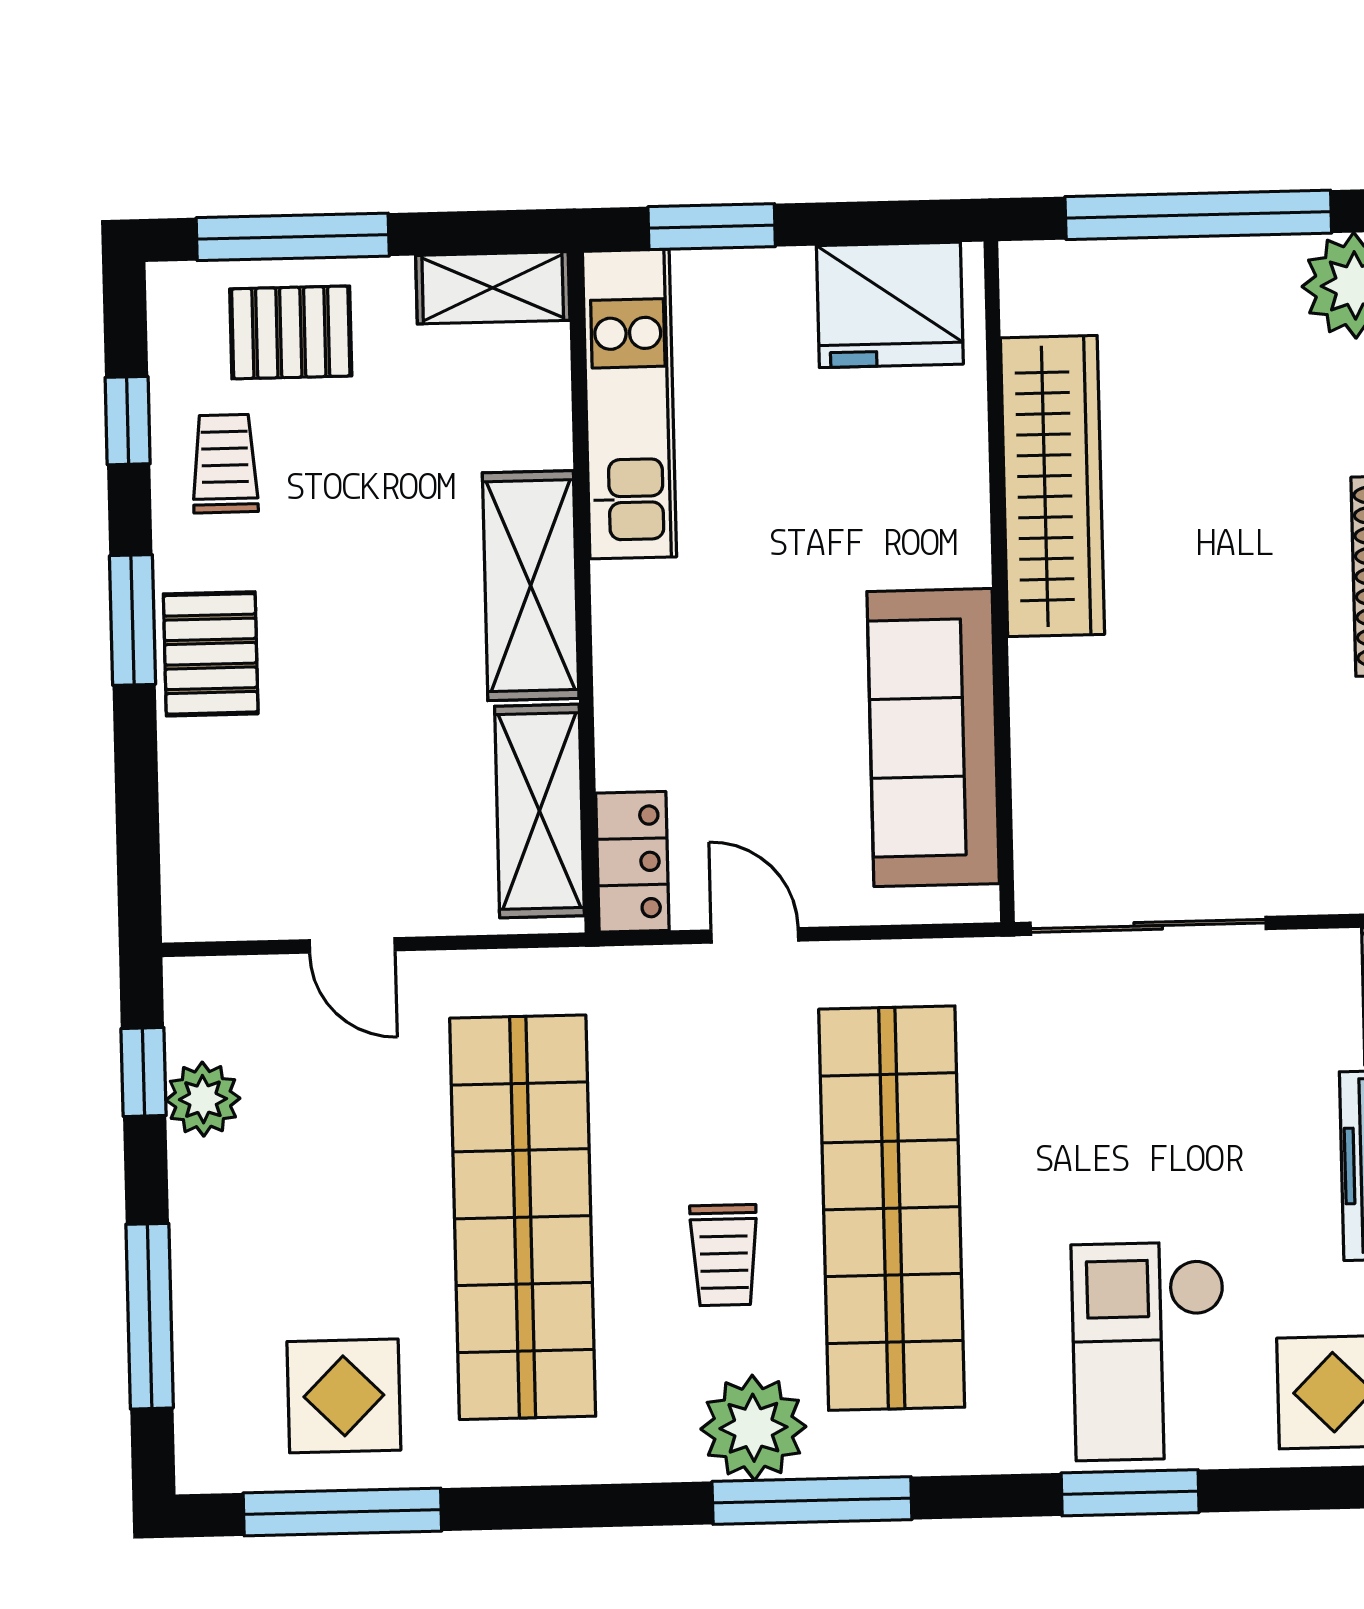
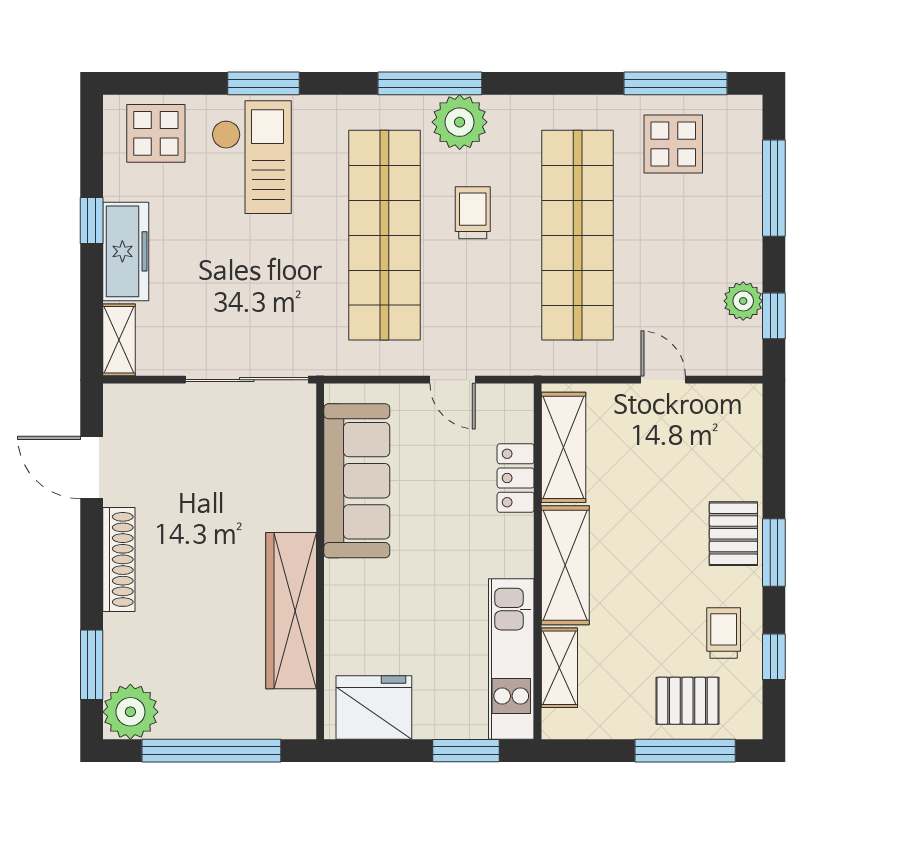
shelving: (493, 288) -> (559, 668), moved, turned 90
trolley: (225, 464) -> (724, 633), turned 180
locker: (632, 862) -> (516, 478), moved

